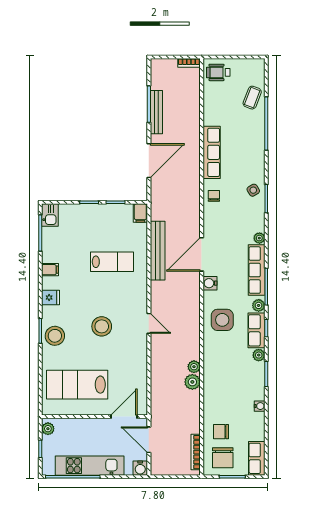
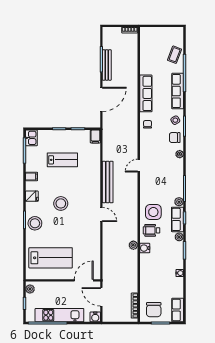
wheelchair: (218, 72) -> (151, 230), moved
bench: (158, 251) -> (108, 182), moved
door: (202, 254) -> (139, 166), width x0.53
lab bench: (112, 262) -> (62, 160), moved
row of seats: (257, 270) -> (178, 91), moved
water cooler: (210, 283) -> (145, 248), moved
stool: (102, 326) -> (61, 203), moved
plant: (192, 382) -> (132, 256), removed
lab bench: (77, 385) -> (51, 258), turned 180
chair: (221, 432) -> (175, 138), moved

